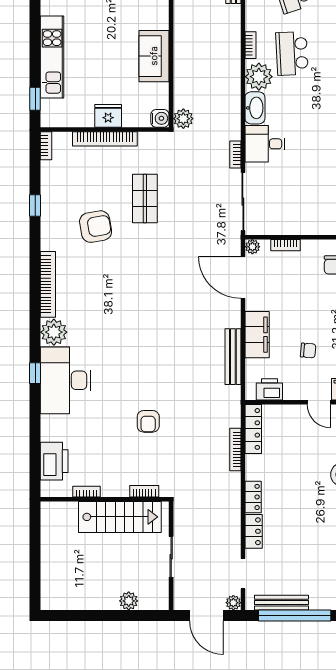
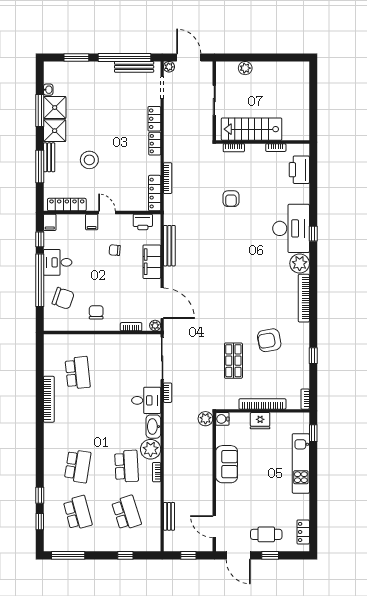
armchair: (148, 421) -> (231, 199), turned 180

